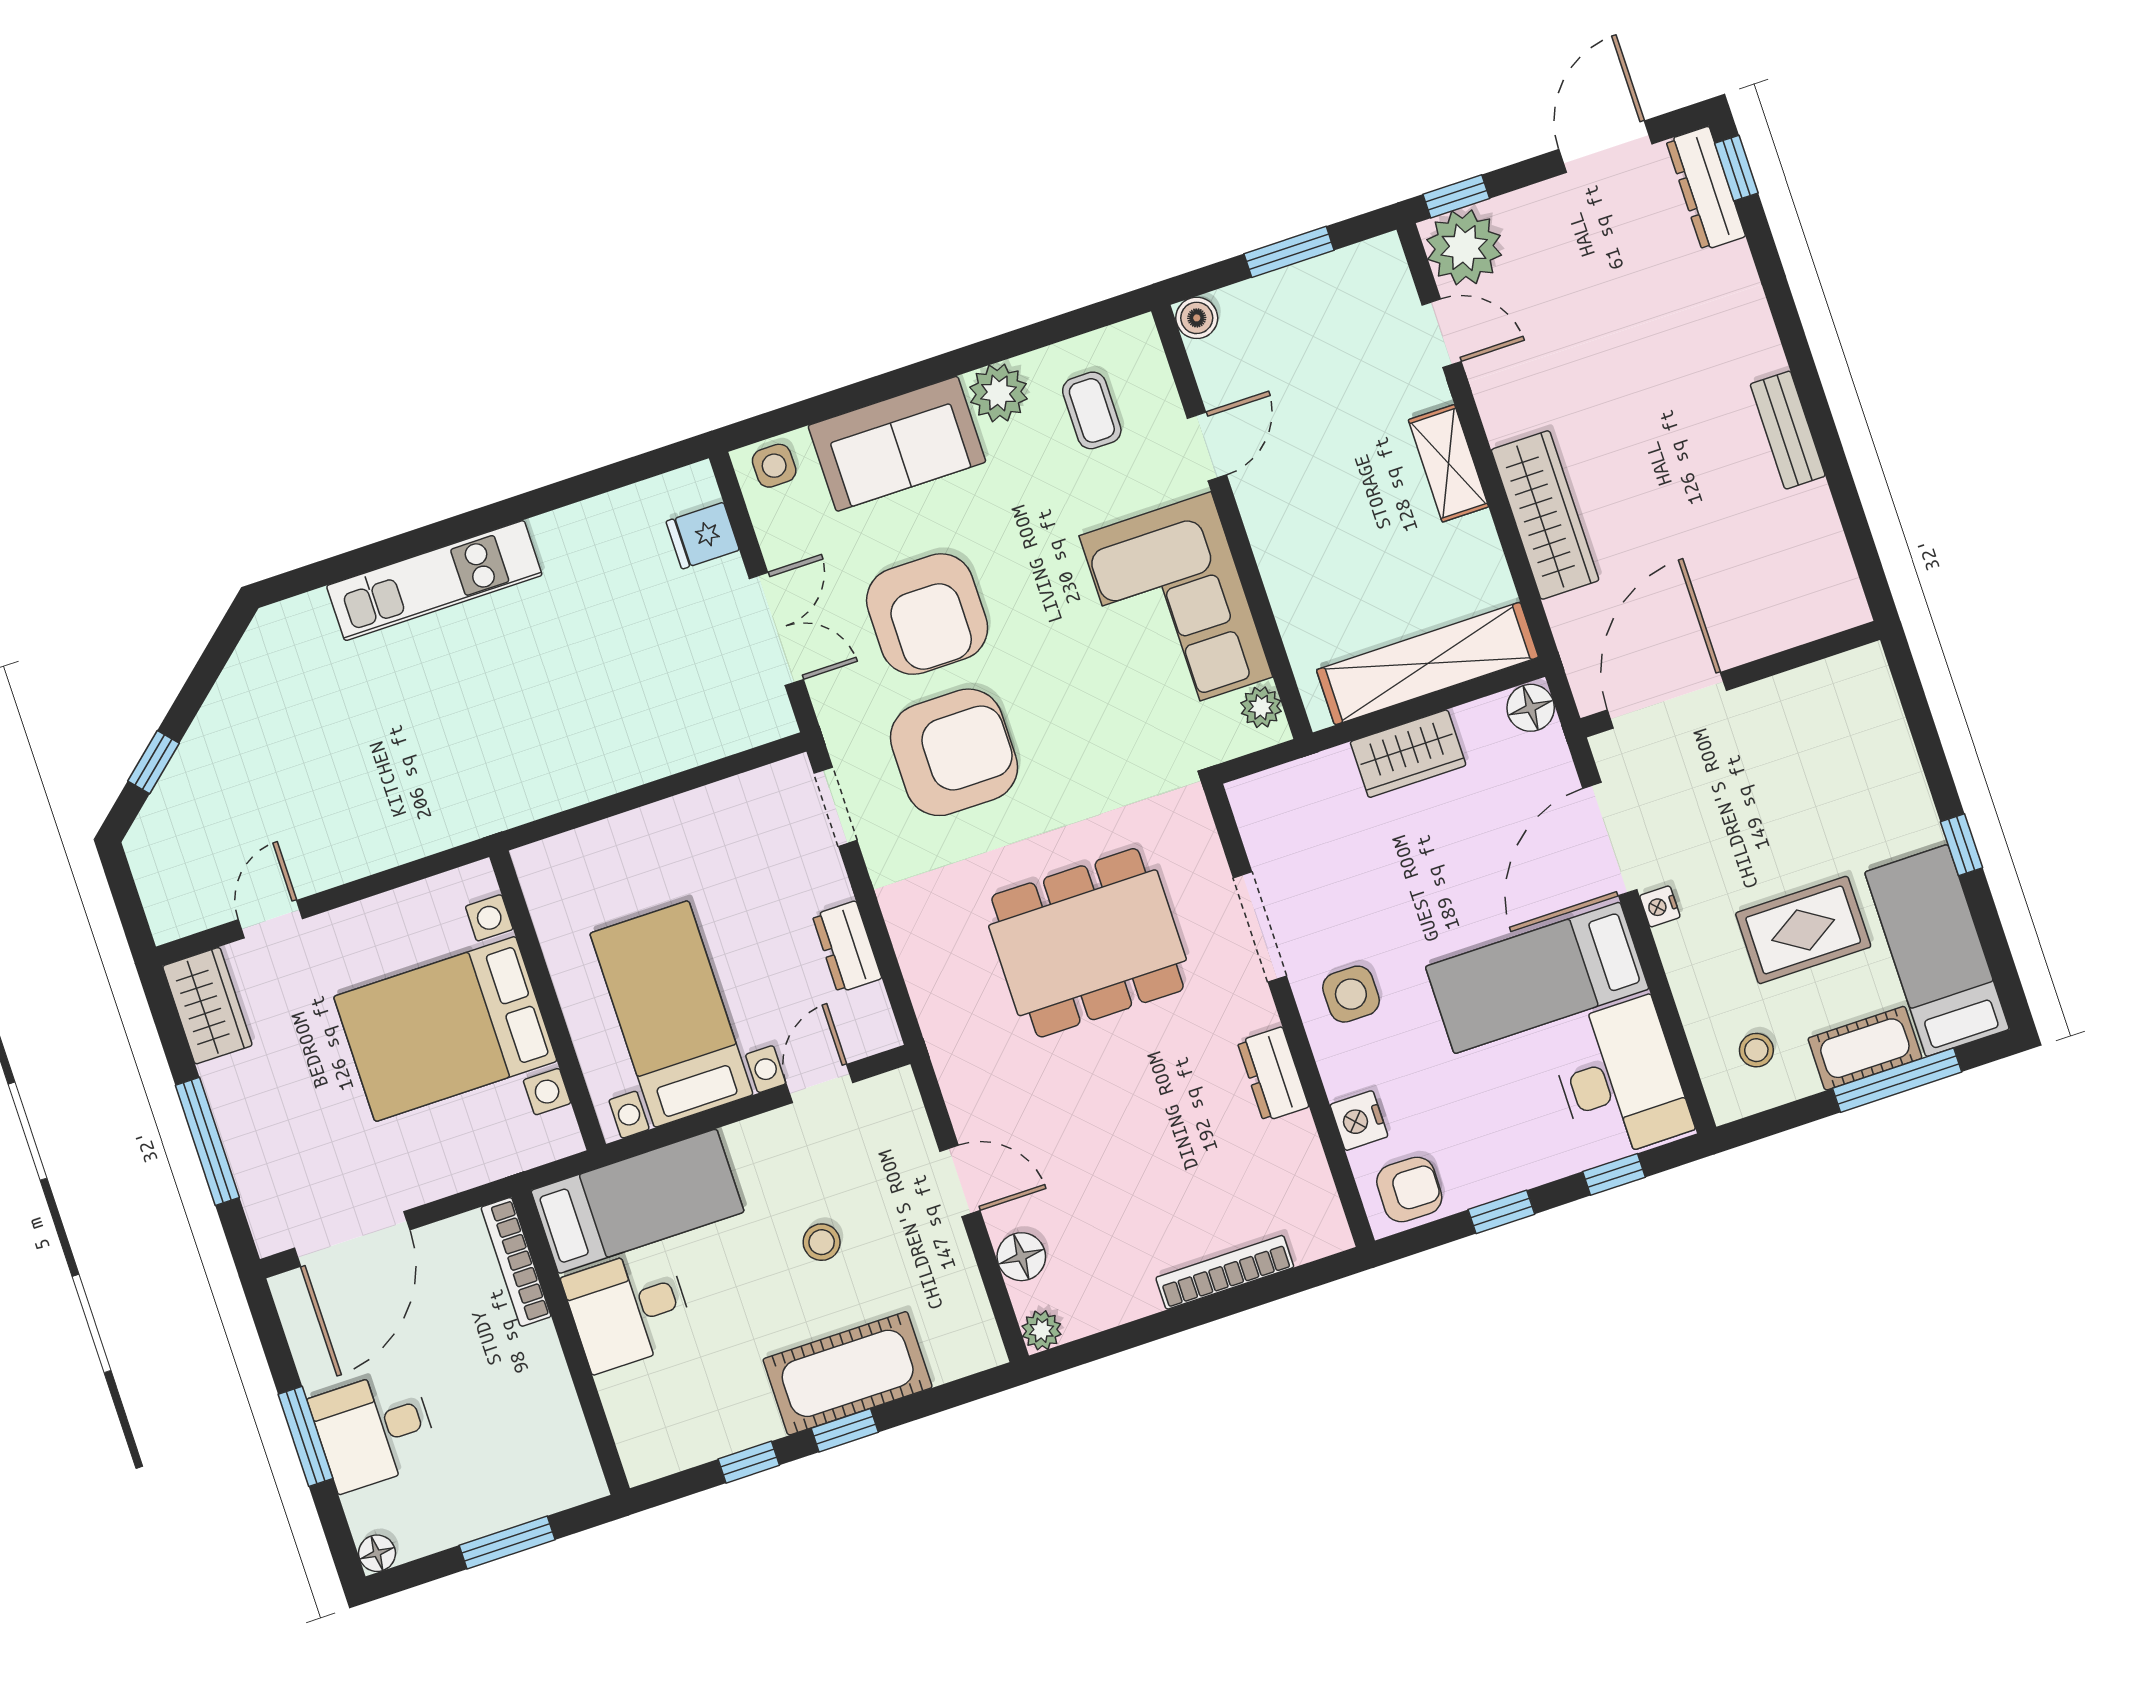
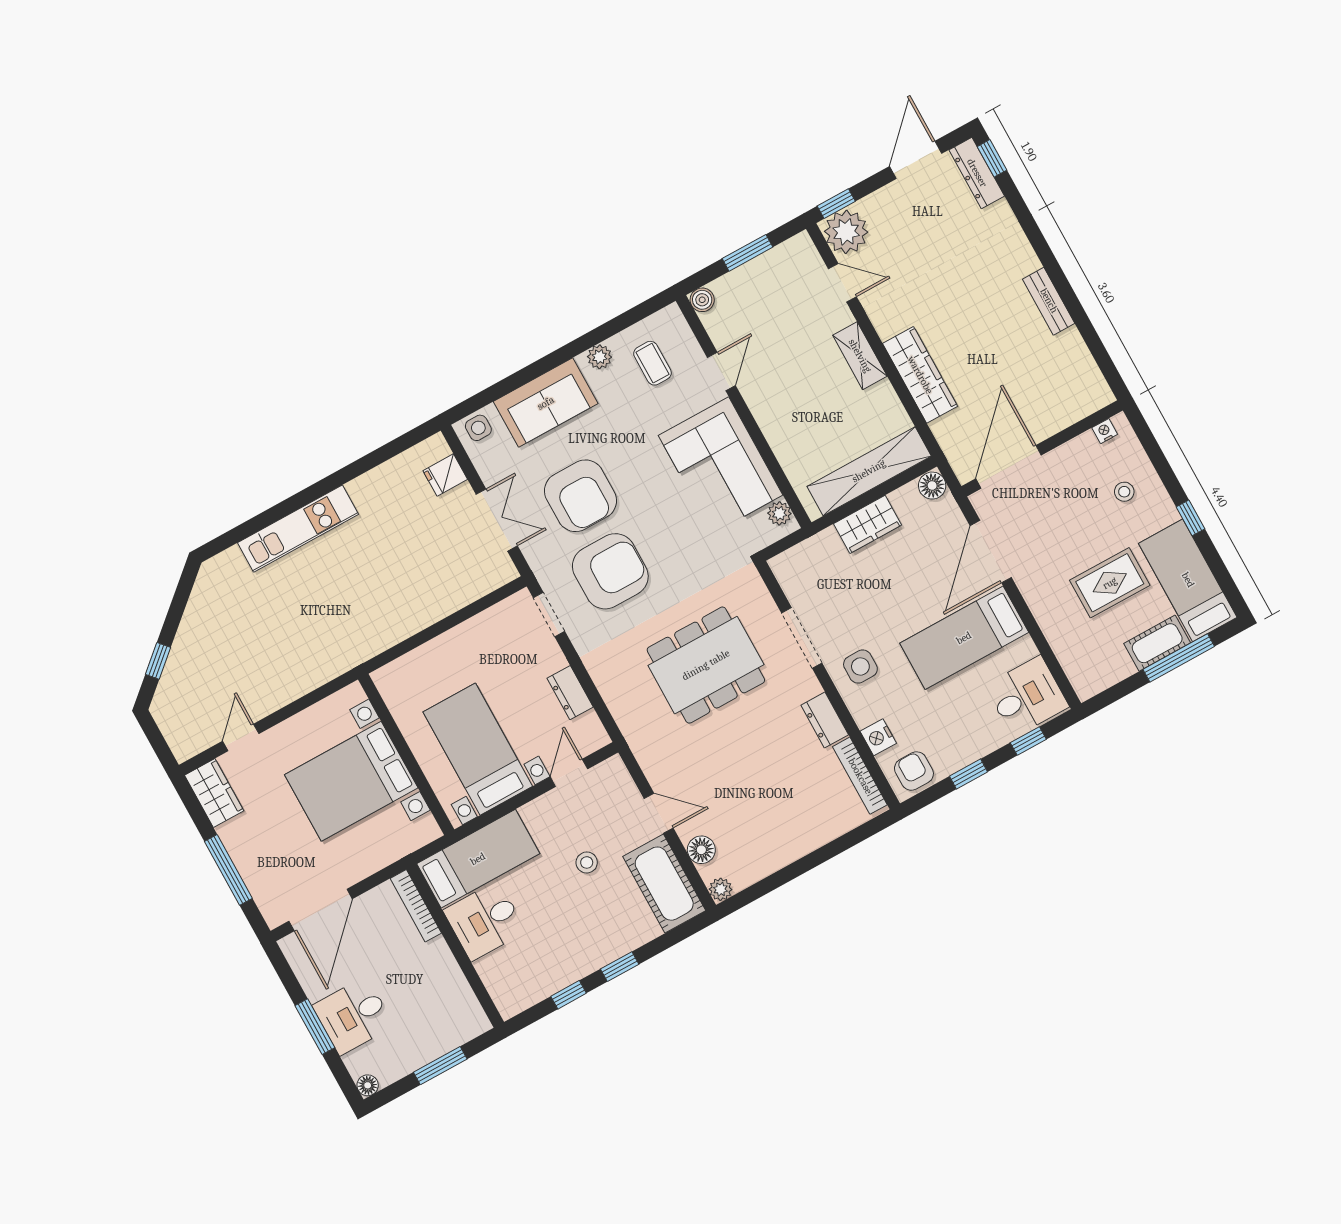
plant: (998, 393) -> (600, 357), width x0.73, depth x0.73
nightstand: (1660, 906) -> (1105, 431), moved, turned 90
stool: (1756, 1050) -> (1124, 492), moved
desk: (1620, 1079) -> (1027, 696), width x0.73
armchair: (1409, 1189) -> (914, 771), turned -91
bookcase: (1225, 1272) -> (860, 776), moved, turned -90
cot: (848, 1373) -> (664, 884), moved, turned 90

